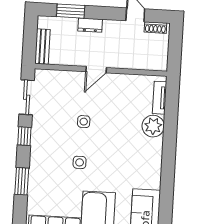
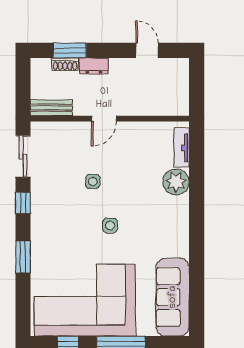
shoe rack: (155, 28) -> (65, 64), moved
bench: (42, 46) -> (51, 108), moved, turned 90
side table: (80, 162) -> (110, 225), moved

